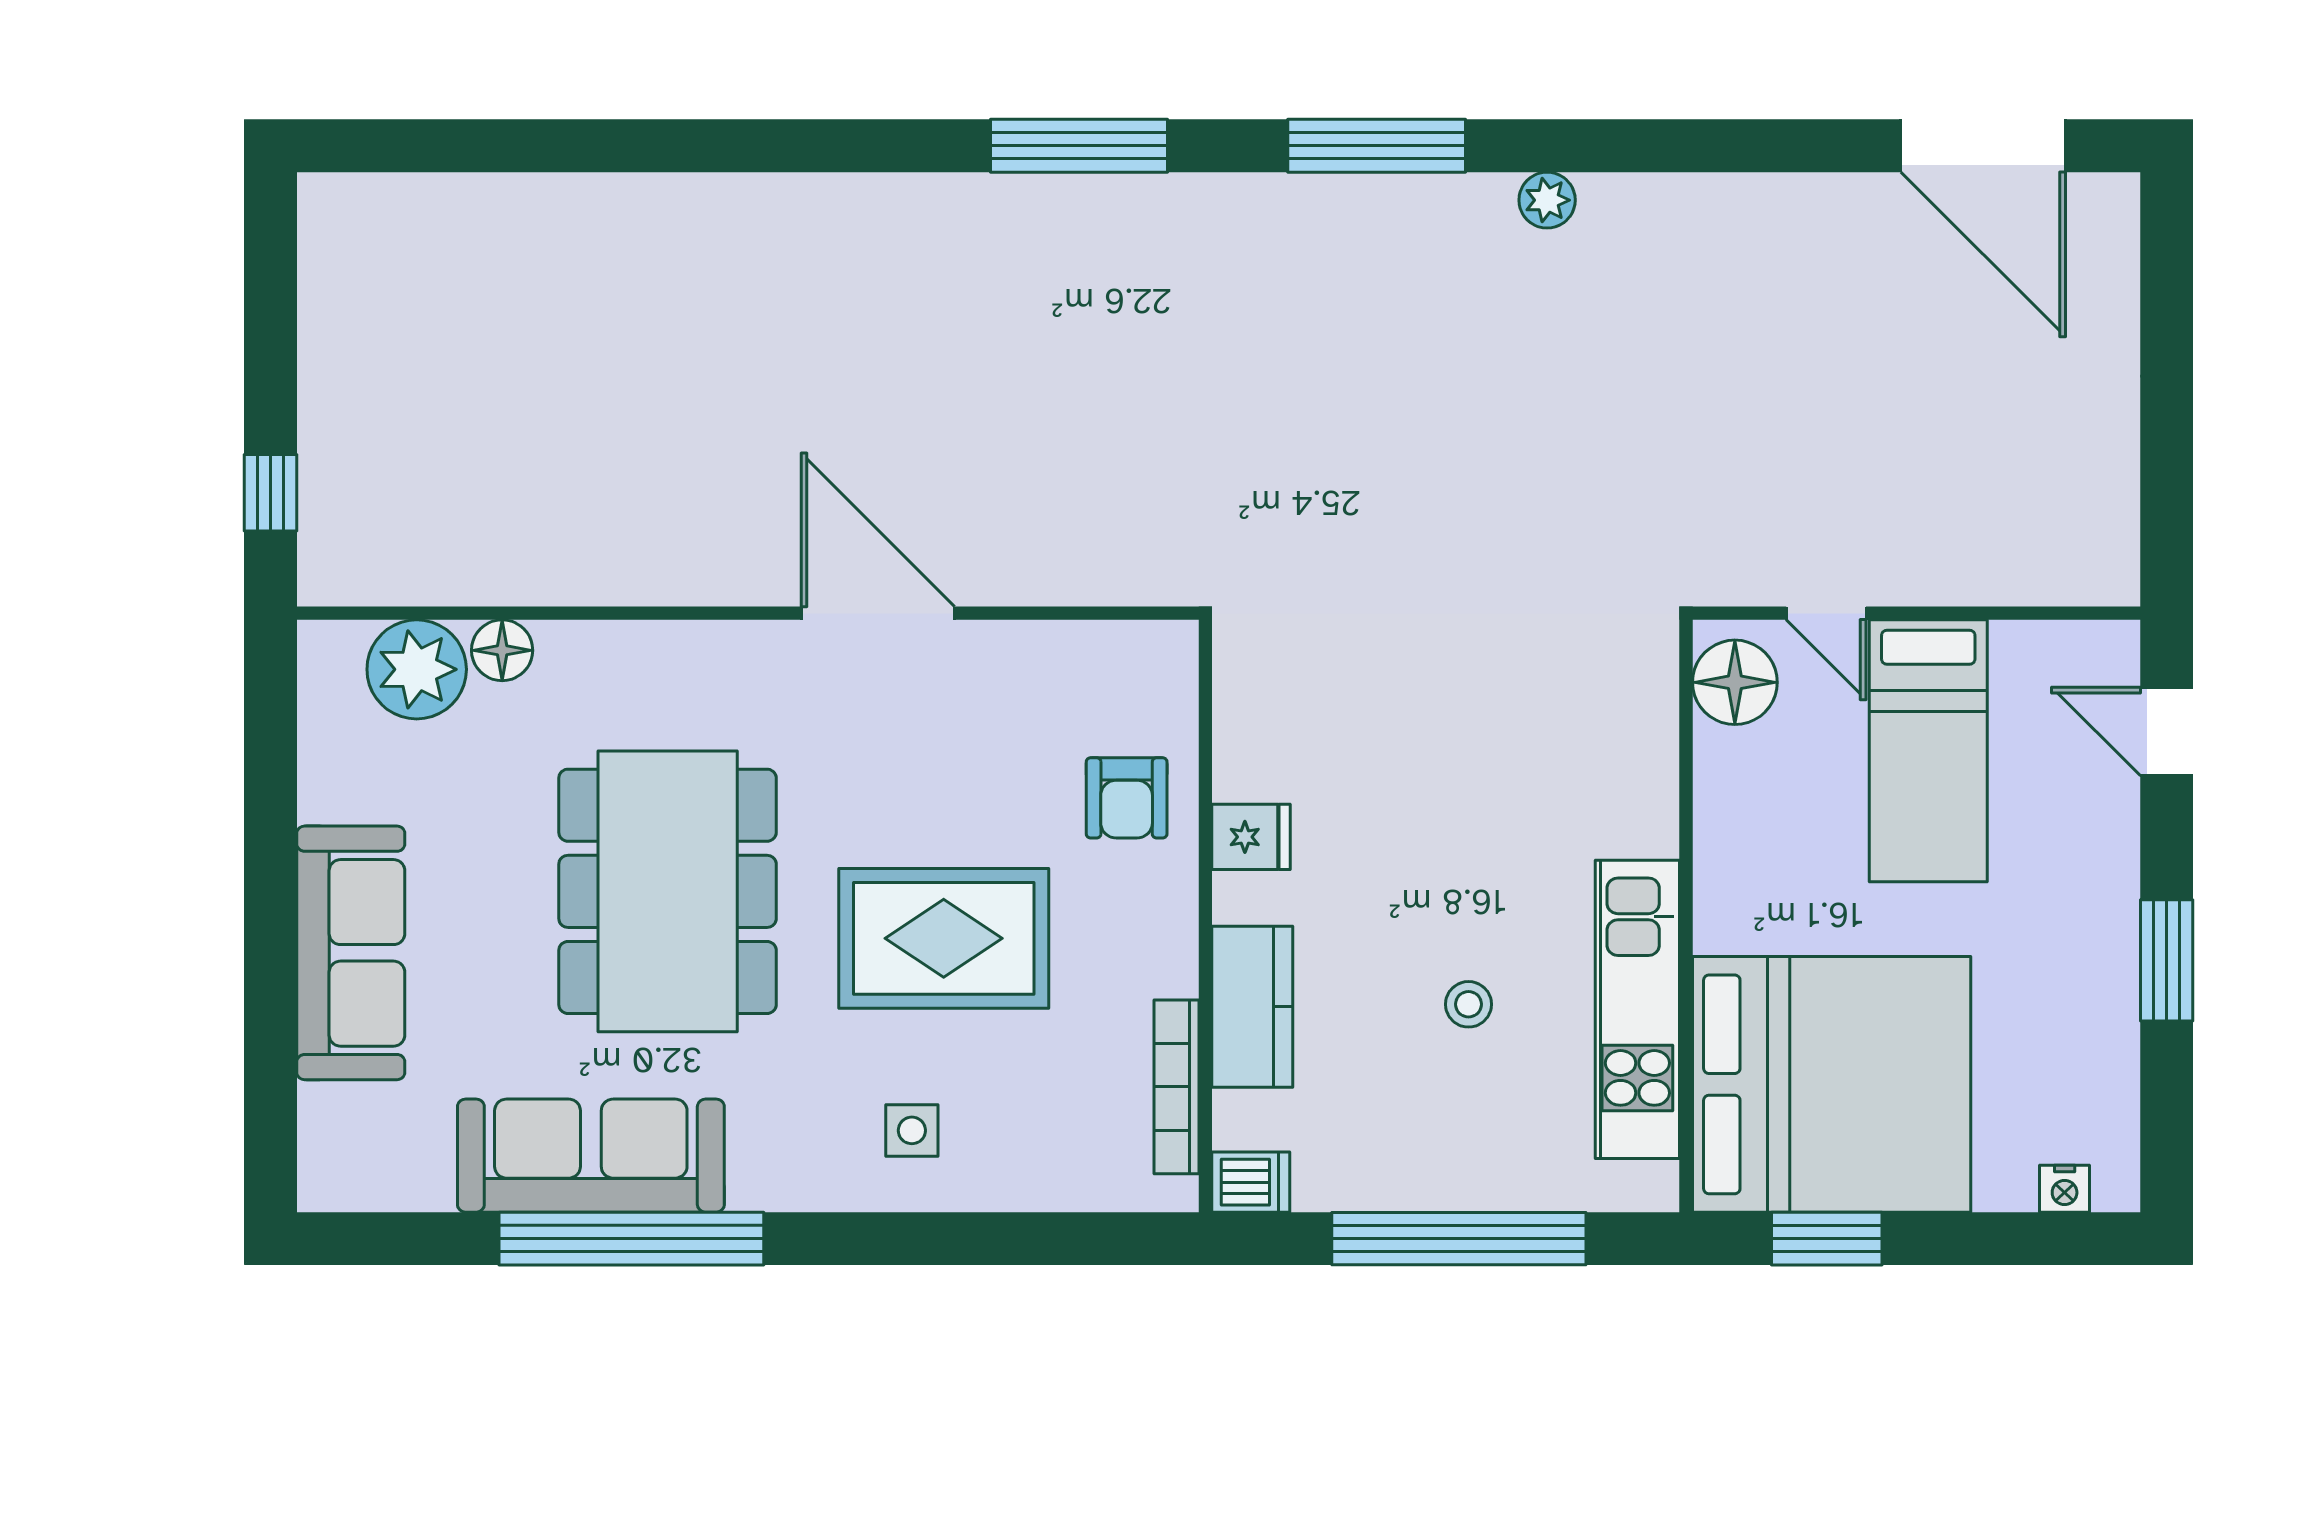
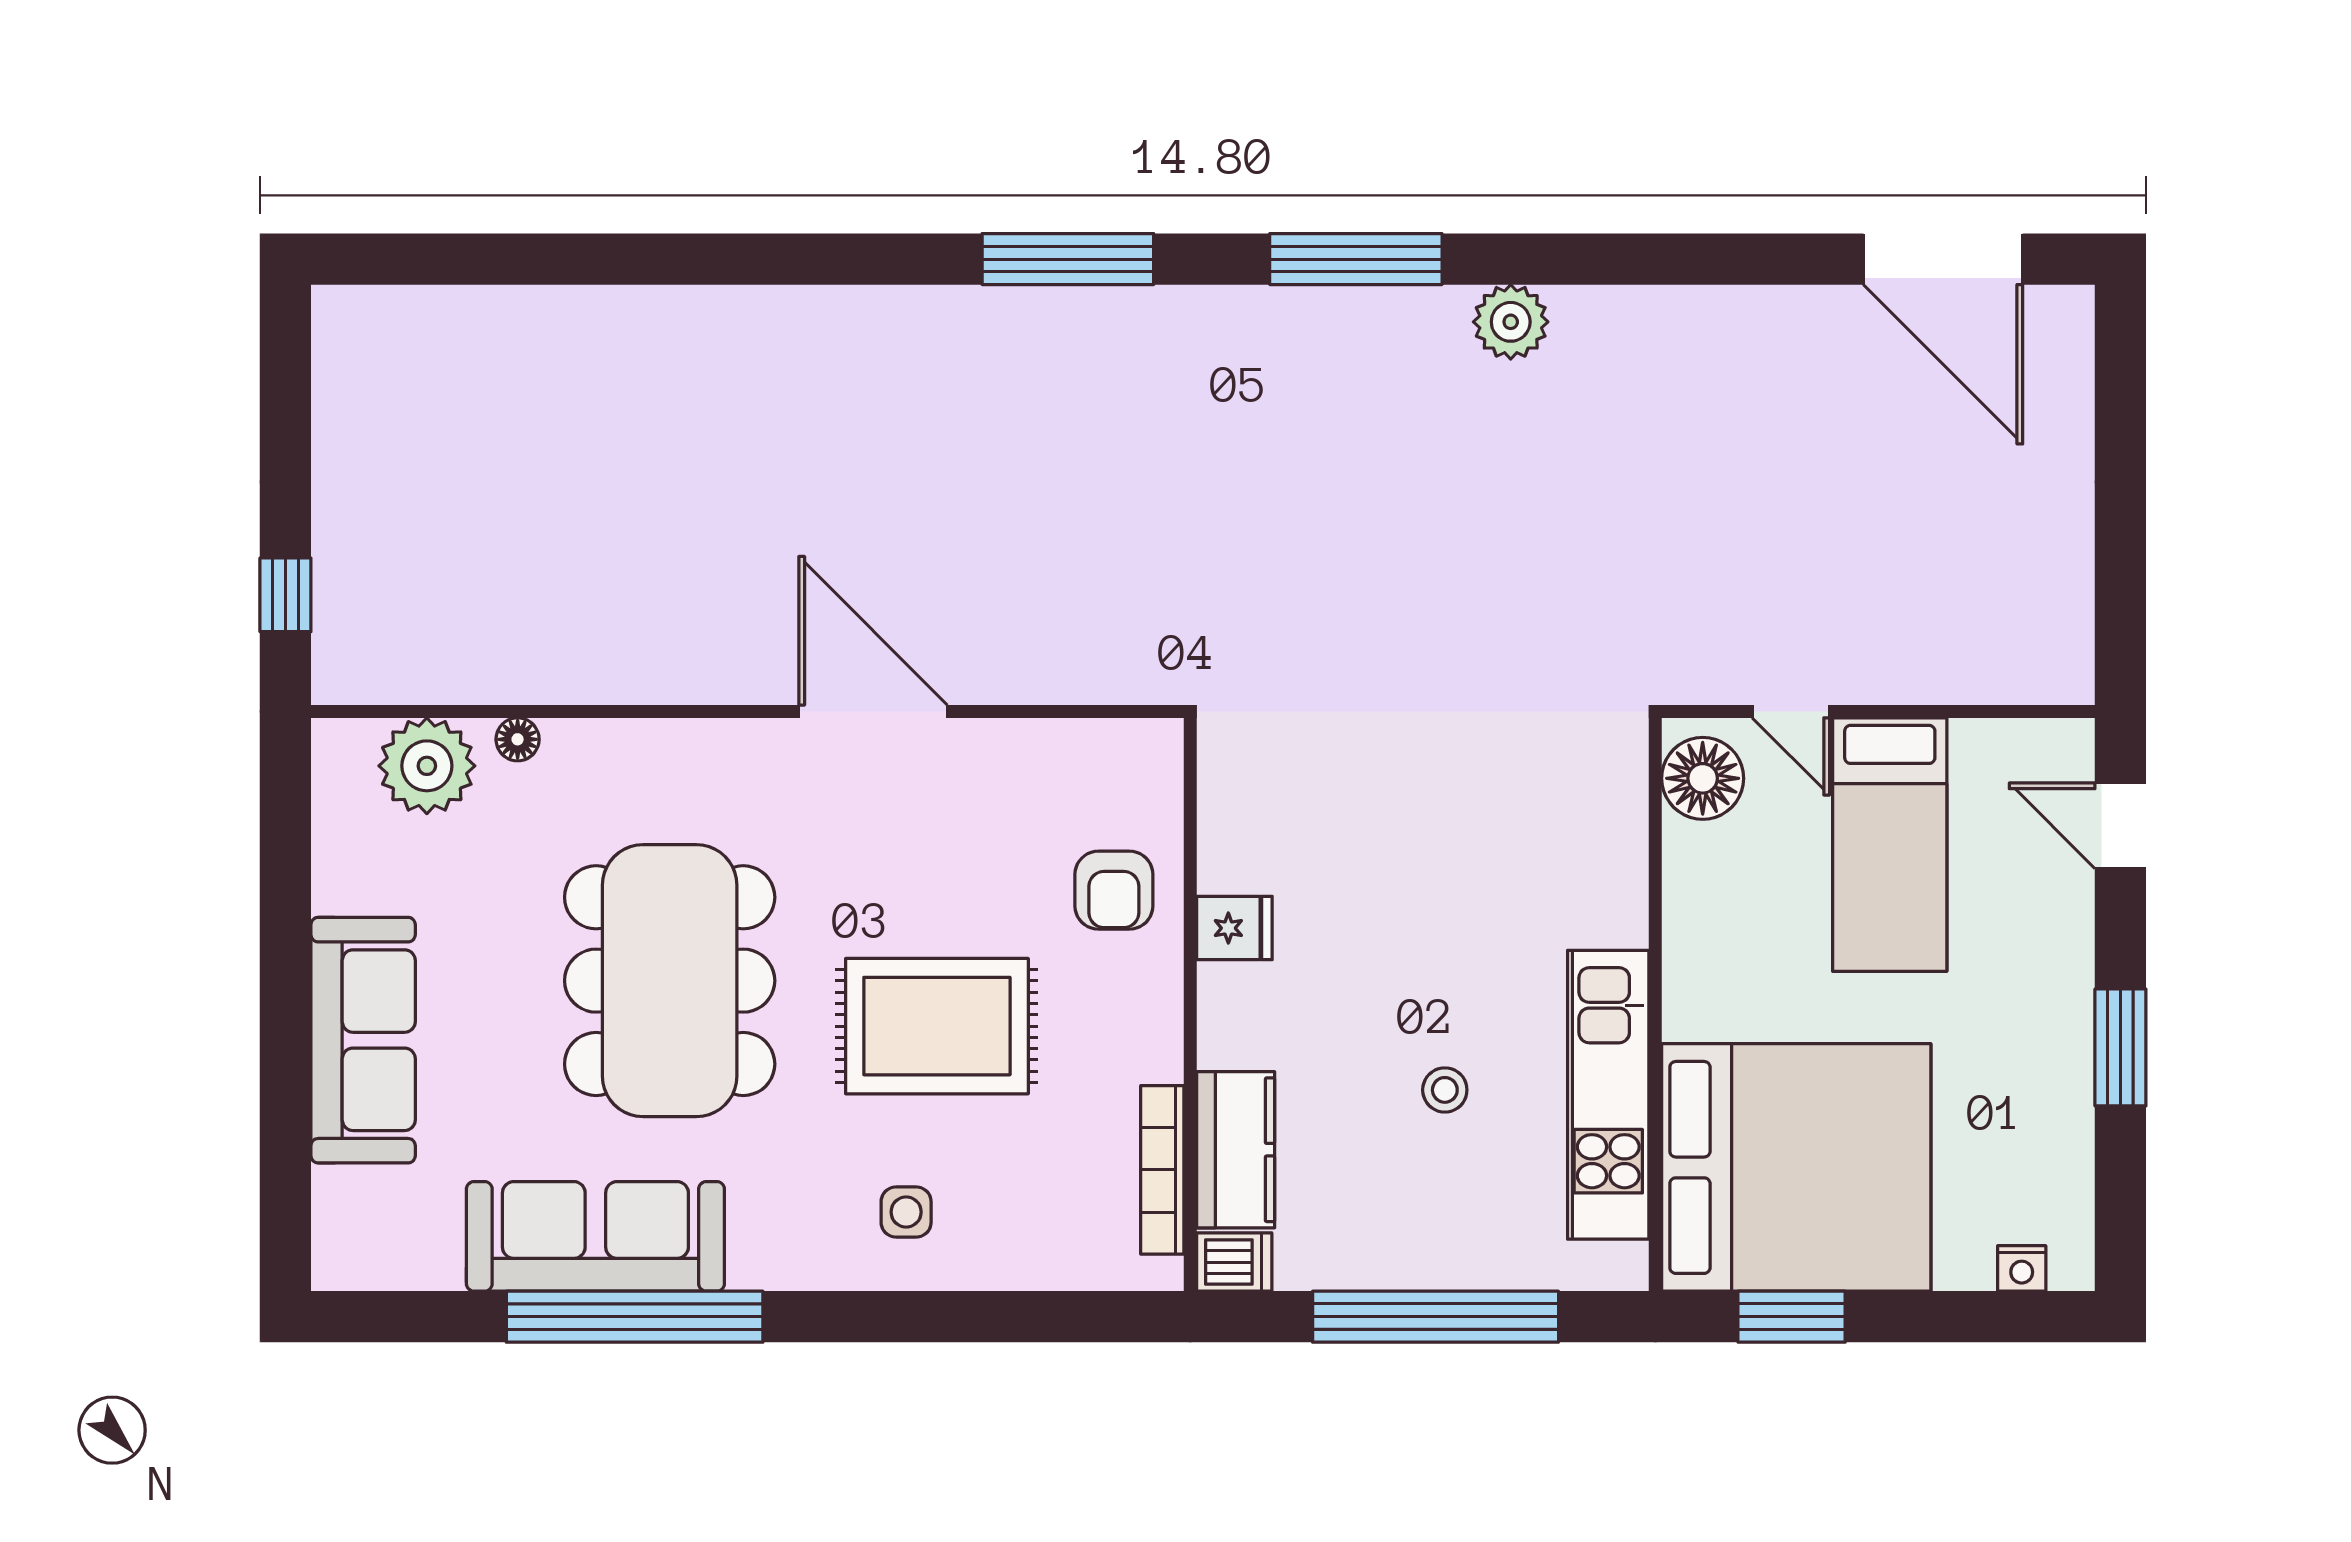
plant: (1547, 200) -> (1511, 322), width x1.38, depth x1.38
floor lamp: (502, 650) -> (518, 739), width x0.73, depth x0.73
kitchen counter: (1252, 1007) -> (1236, 1150), moved

